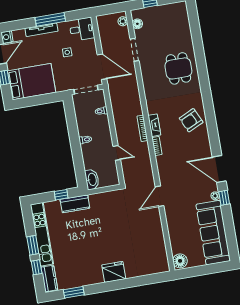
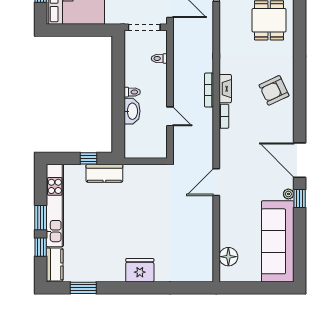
washbasin: (92, 179) -> (132, 111), moved
floor lamp: (180, 261) -> (228, 257), moved

